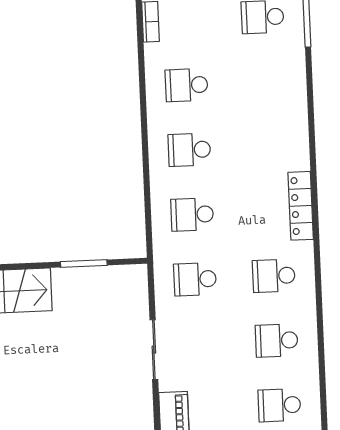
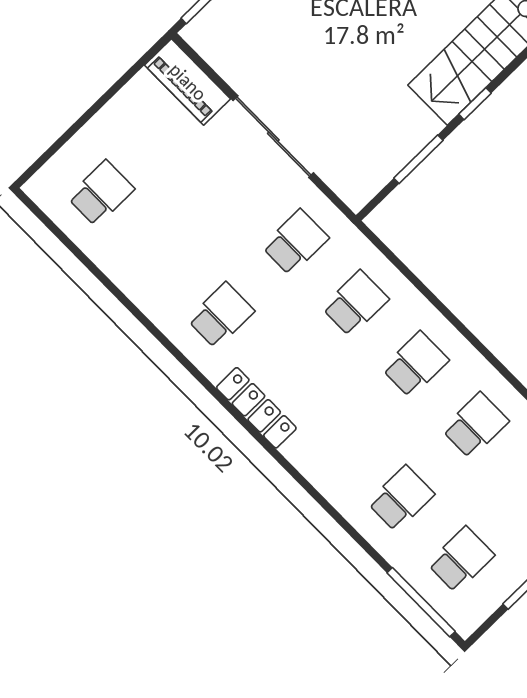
window: (24, 266) -> (475, 104), added
school desk: (277, 340) -> (401, 498), moved
sliding door: (154, 350) -> (273, 137), width x1.37

